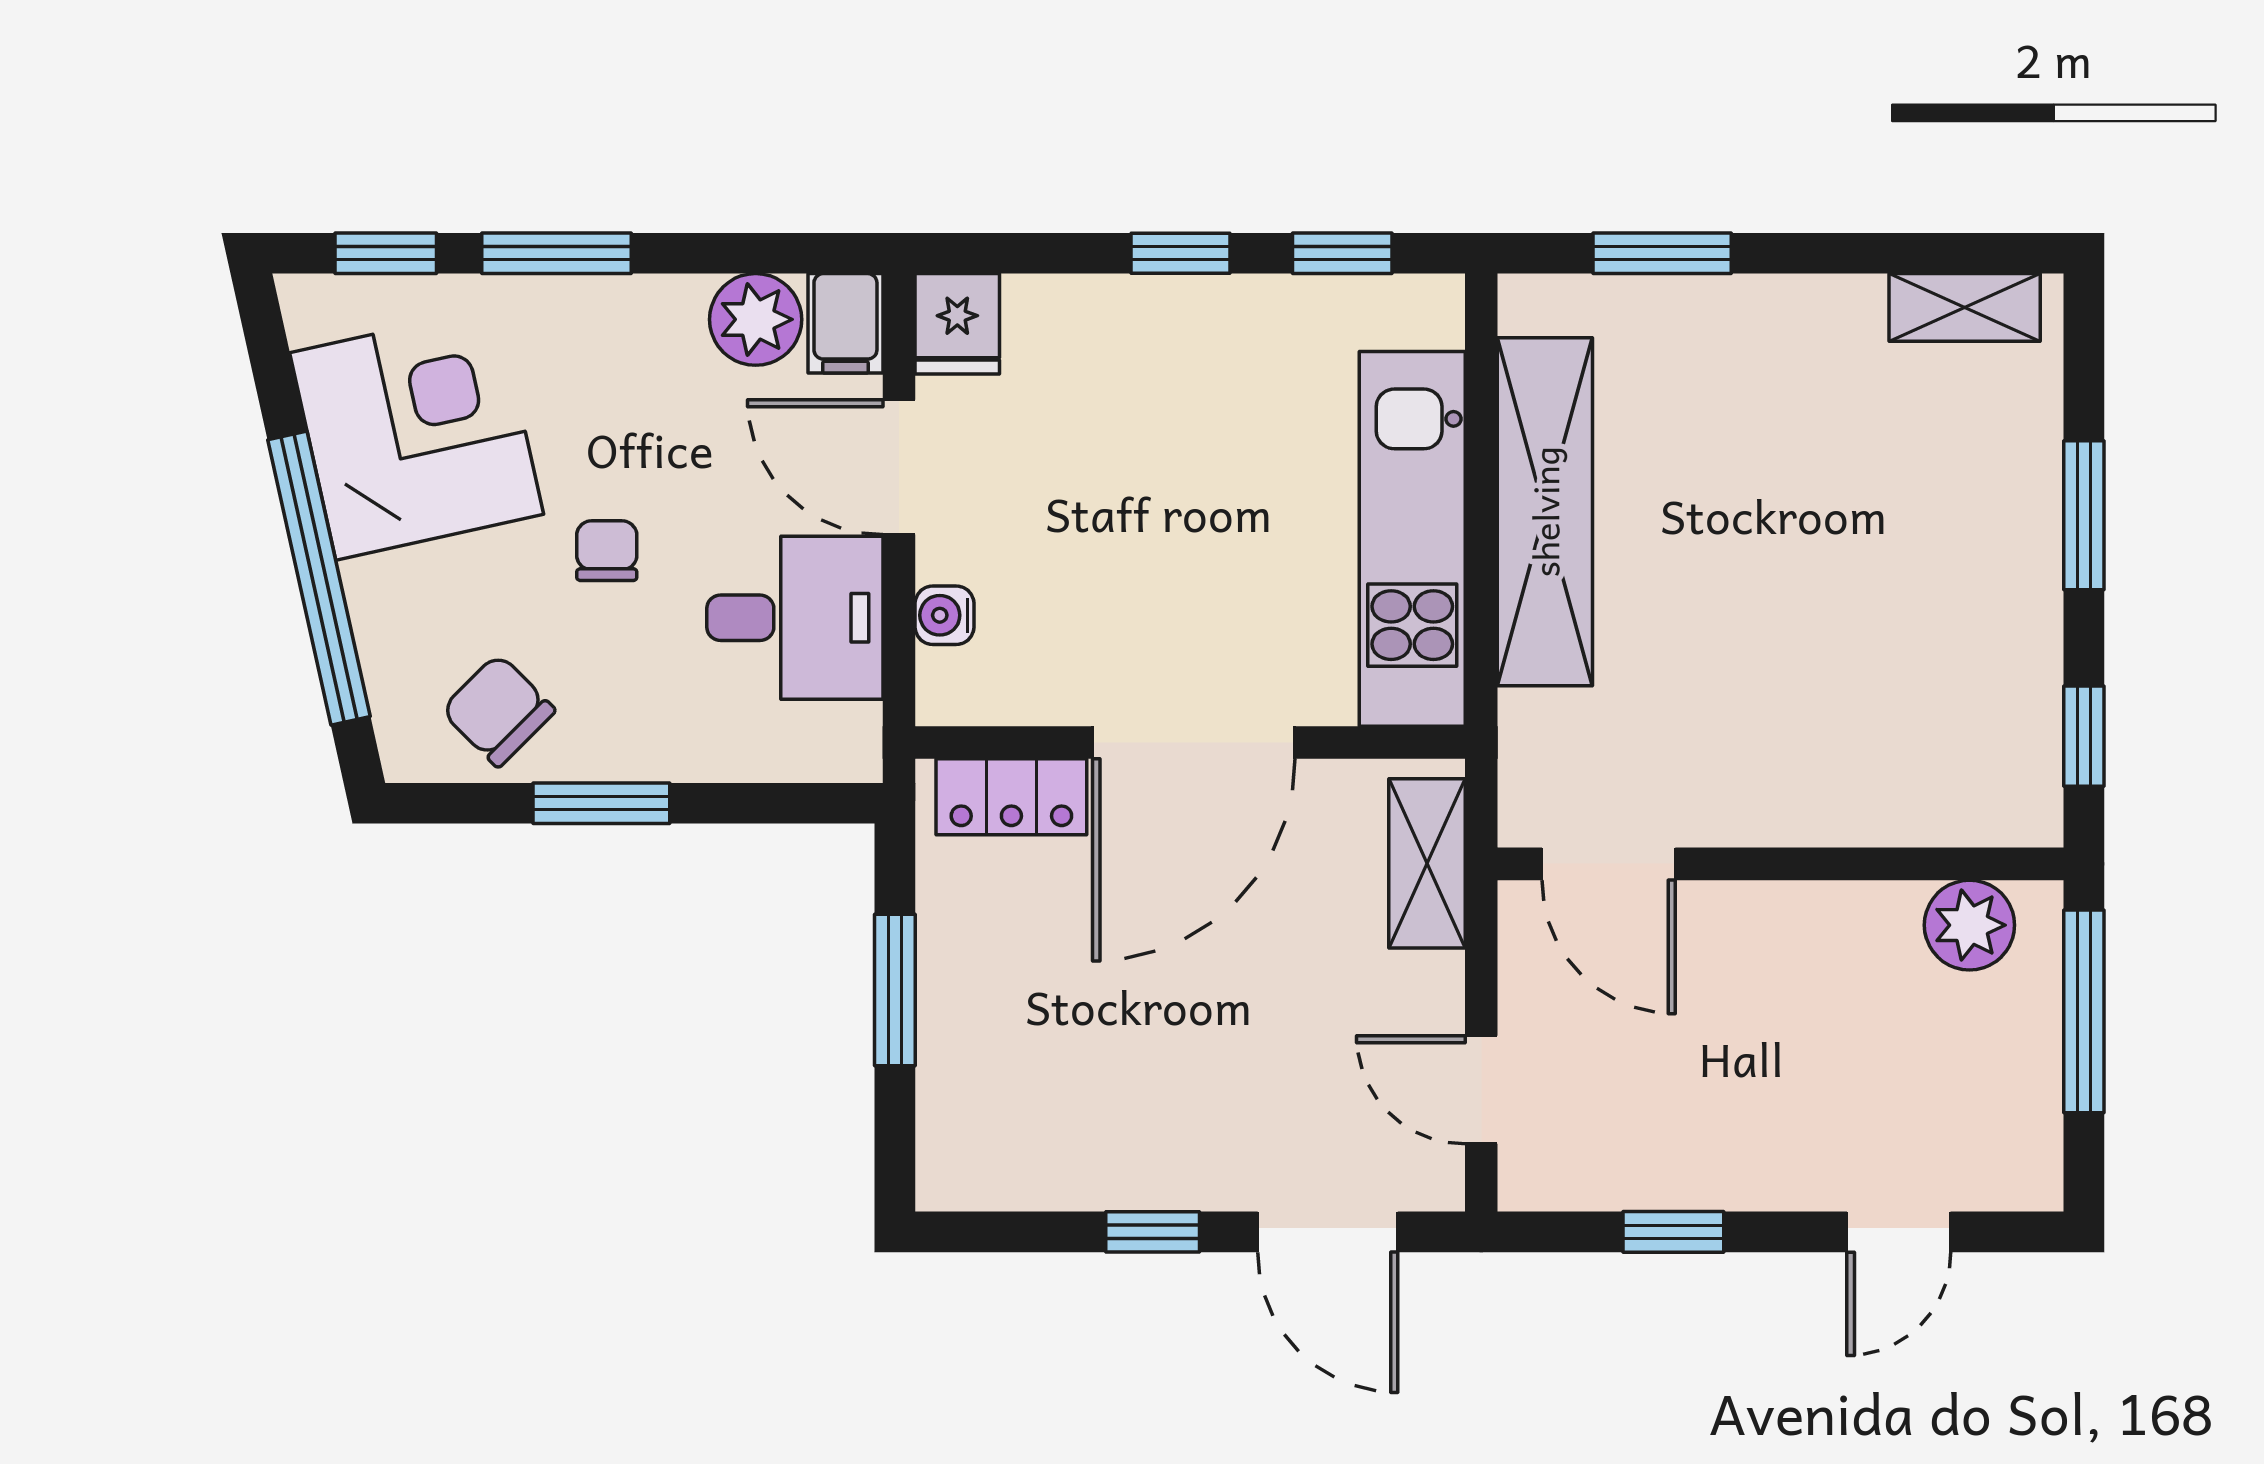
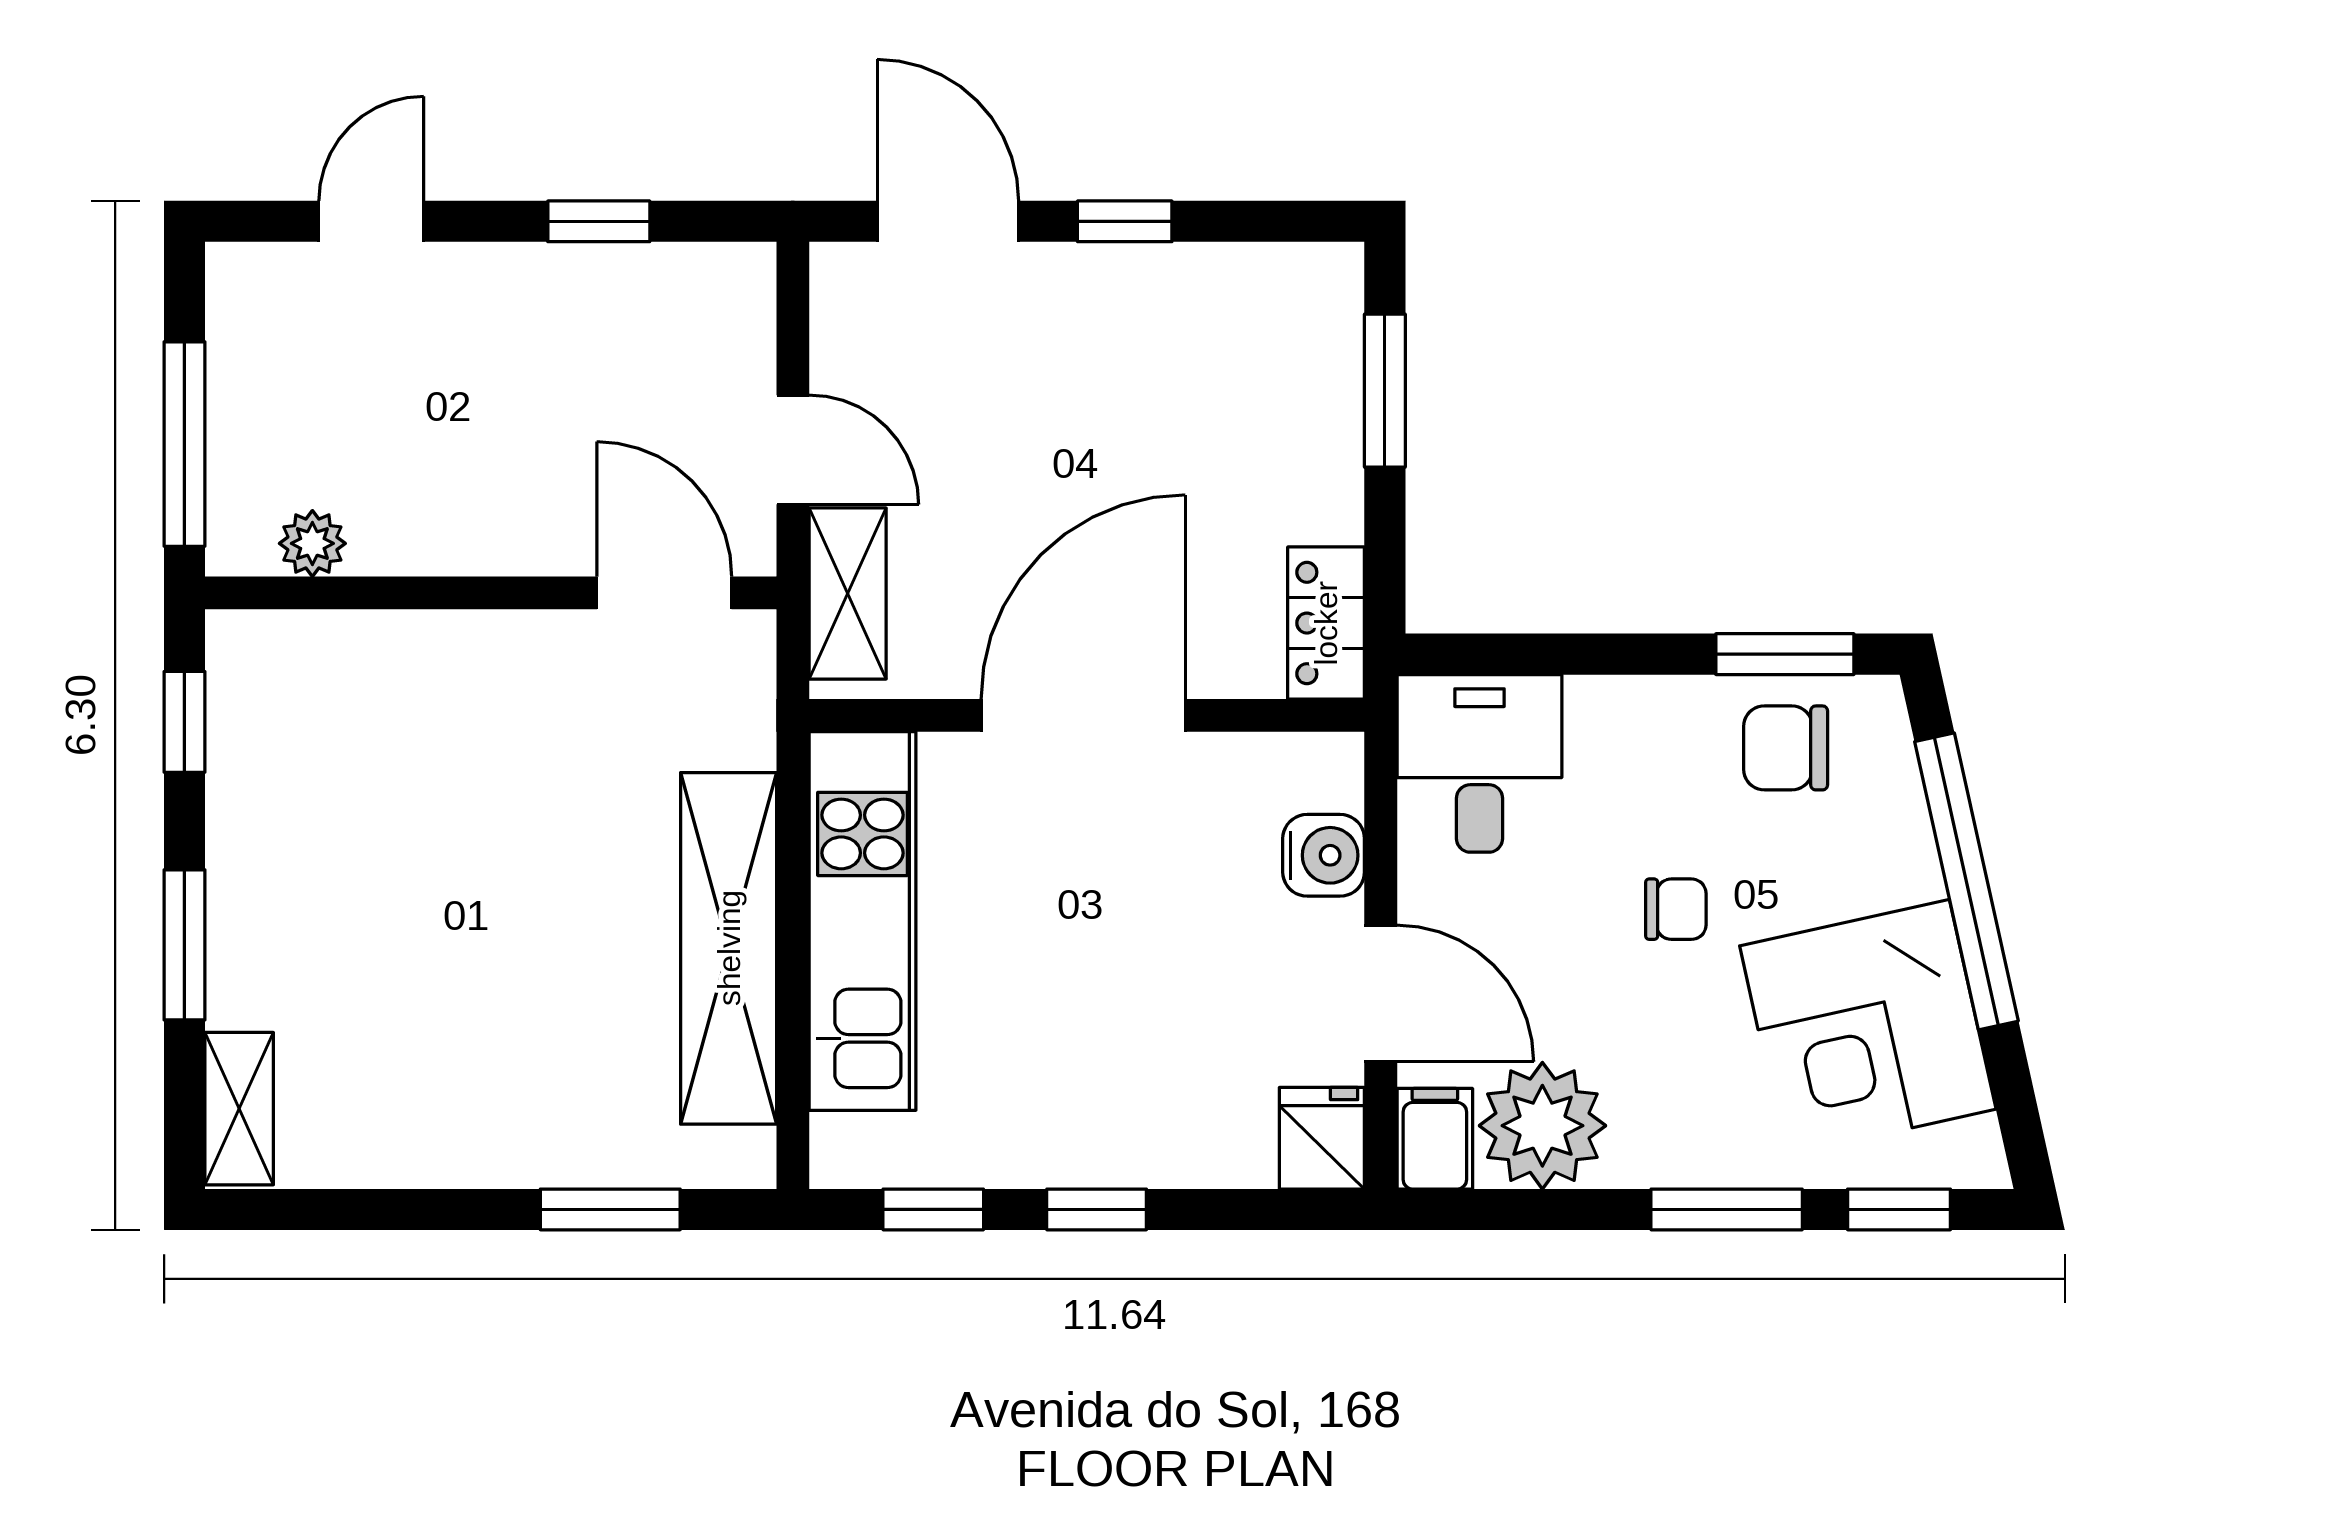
shelving: (1965, 307) -> (239, 1109), moved, turned 90
plant: (756, 319) -> (1542, 1126), width x1.36, depth x1.36
chair: (607, 551) -> (1676, 909), turned -90
water cooler: (944, 615) -> (1324, 855), width x1.38, depth x1.38
desk: (795, 618) -> (1480, 763), moved, turned 90
chair: (498, 710) -> (1786, 748), turned 135
locker: (1011, 797) -> (1326, 623), moved, turned -90
window: (601, 803) -> (1785, 654), moved
plant: (1969, 925) -> (312, 543), width x0.73, depth x0.73
window: (895, 990) -> (1385, 391), moved
door: (1481, 1090) -> (793, 450), moved

